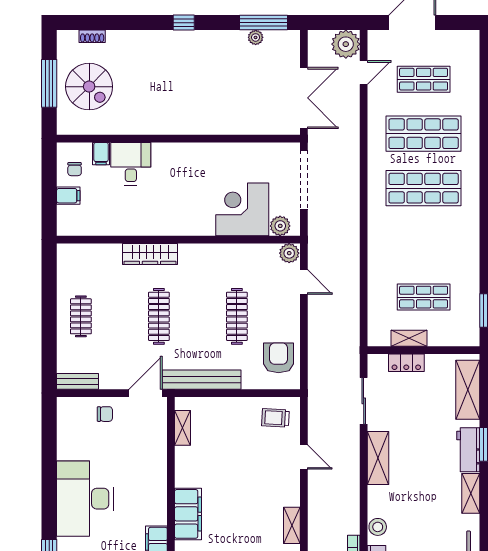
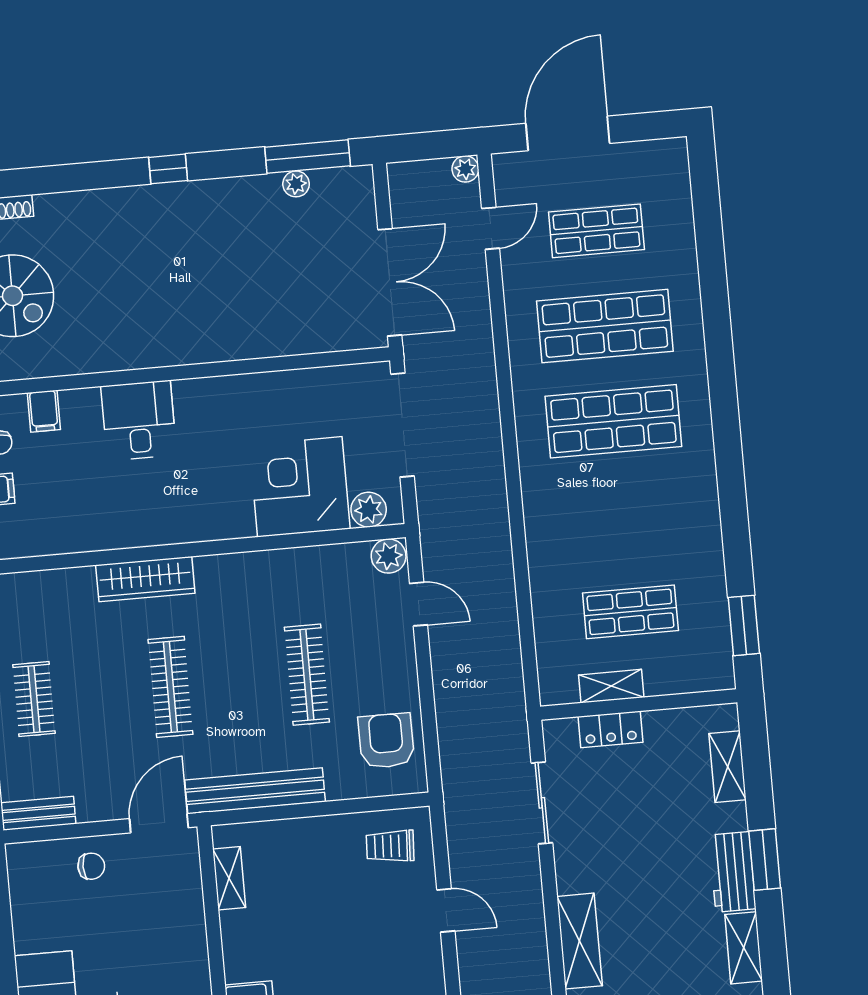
plant: (346, 44) -> (465, 169), width x0.53, depth x0.53
desk: (131, 164) -> (139, 421), moved
shelving: (468, 390) -> (728, 767), width x0.67, depth x0.75
shelving: (378, 458) -> (580, 941), moved

